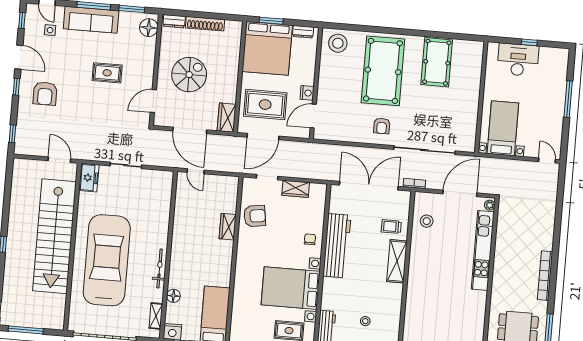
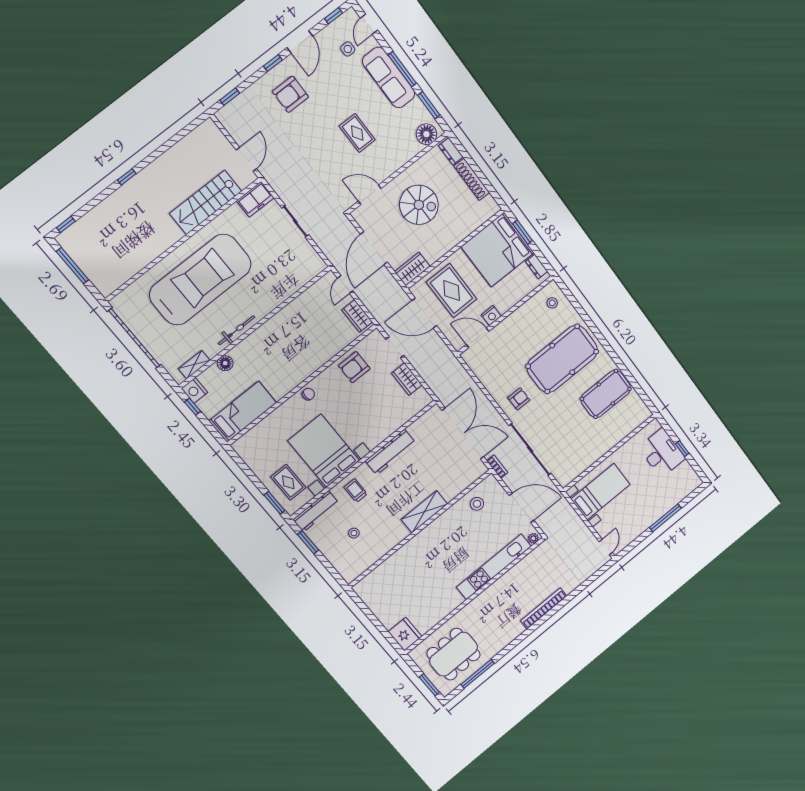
stool: (338, 43) -> (552, 303), width x0.53, depth x0.53
armchair: (382, 126) -> (519, 399), turned 180
armchair: (255, 216) -> (354, 367), turned 98
wardrobe: (228, 227) -> (357, 316), moved, turned -90
trolley: (391, 227) -> (356, 491), moved
stairs: (54, 236) -> (206, 202), width x0.54, depth x0.66
chair: (310, 239) -> (308, 394), moved
workbench: (337, 246) -> (391, 452), width x0.73, depth x0.76
bookcase: (545, 276) -> (544, 608), moved

